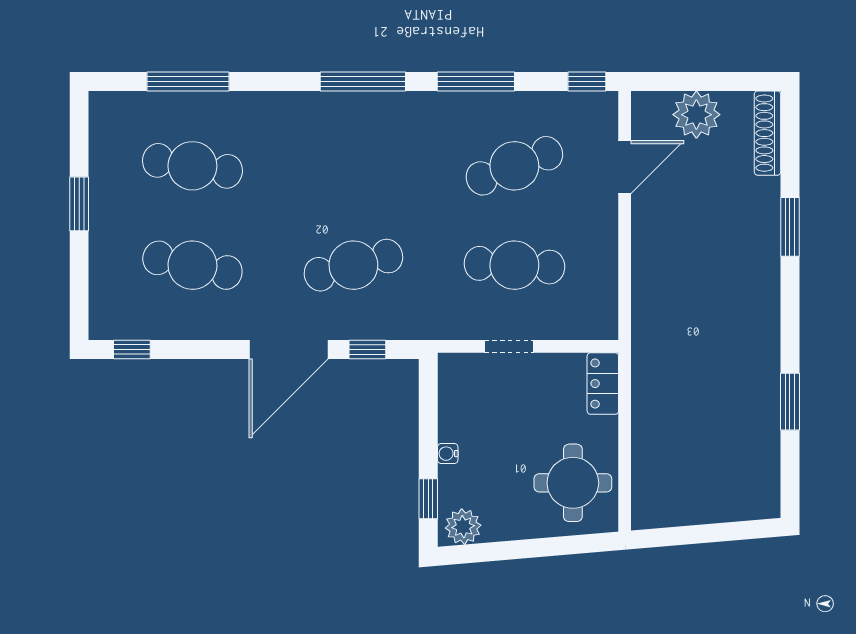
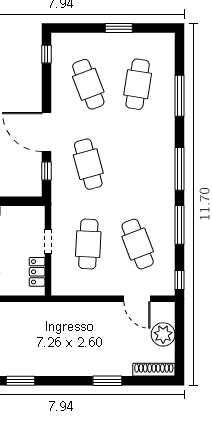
window: (188, 81) -> (180, 96), moved
cafe table: (192, 265) -> (88, 84), turned -33
locker: (603, 384) -> (37, 272), moved, turned -90

